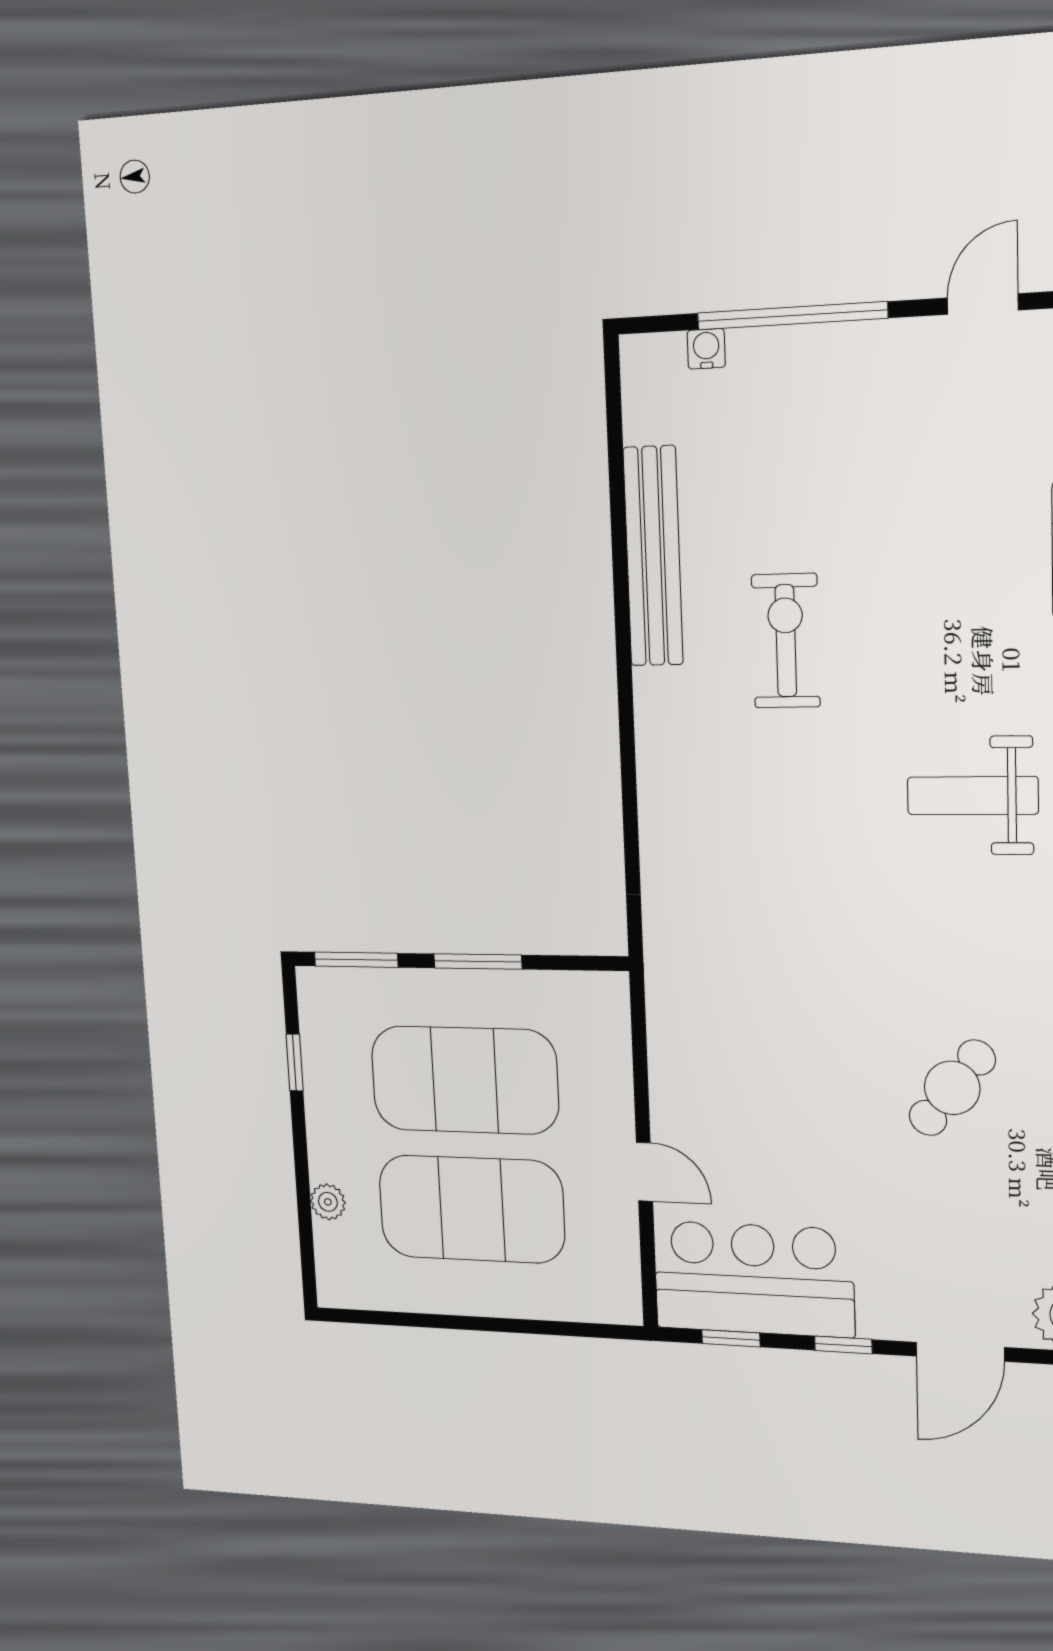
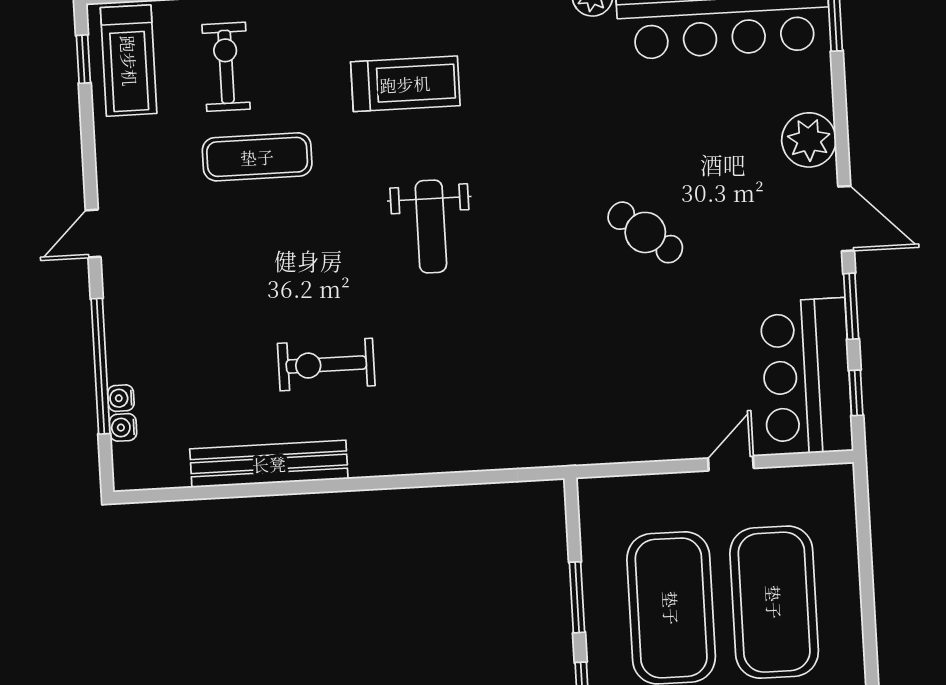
door: (983, 304) -> (93, 234), hinge flipped
water cooler: (747, 346) -> (121, 398), added
window: (843, 1345) -> (851, 306), width x1.50

